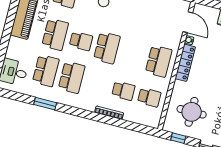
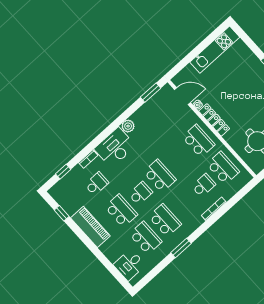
school desk: (149, 97) -> (223, 168), width x1.85
window: (45, 104) -> (181, 248), moved

